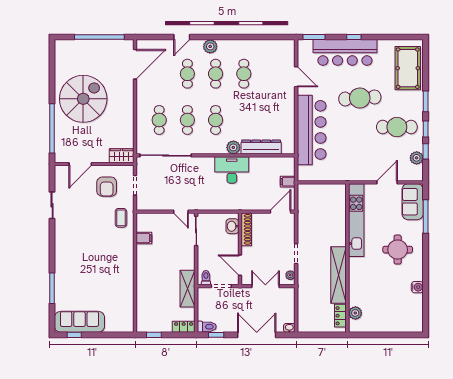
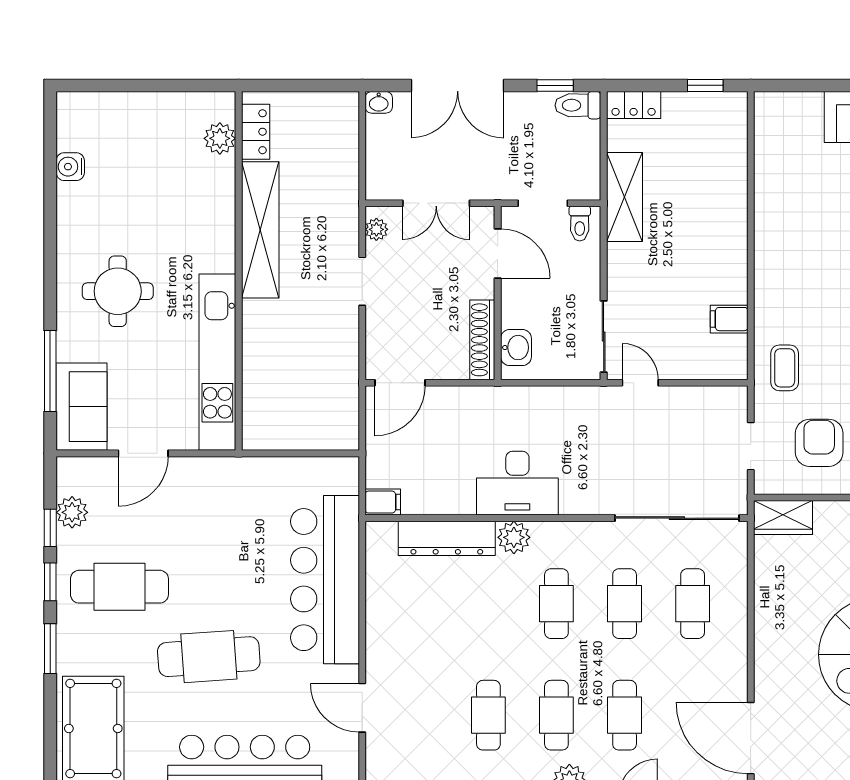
door: (135, 64) -> (751, 738), hinge flipped
filing cabinet: (288, 182) -> (383, 502), moved
water cooler: (417, 287) -> (70, 167), moved

